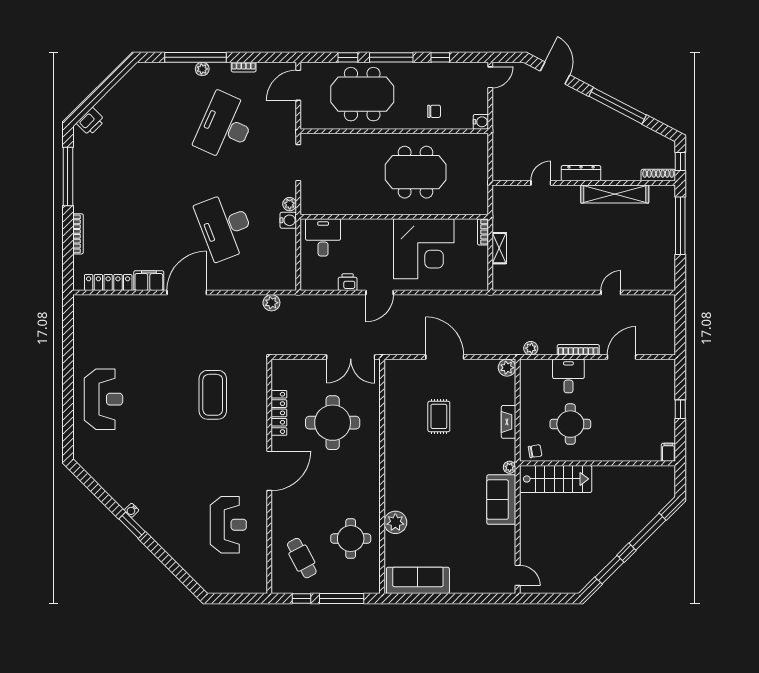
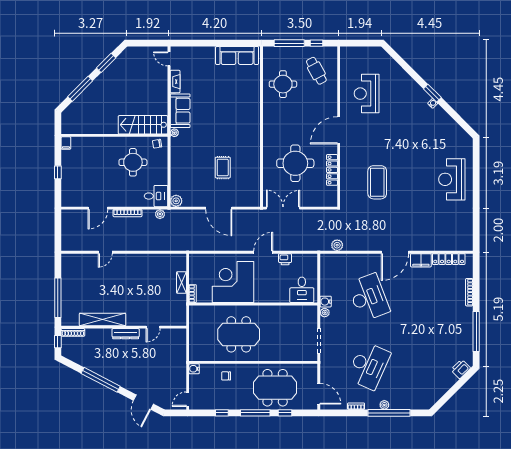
door: (298, 85) -> (319, 394), hinge flipped
desk: (568, 376) -> (156, 196), moved, turned -90
fireplace: (509, 422) -> (175, 82), moved
plant: (395, 522) -> (252, 95), removed

